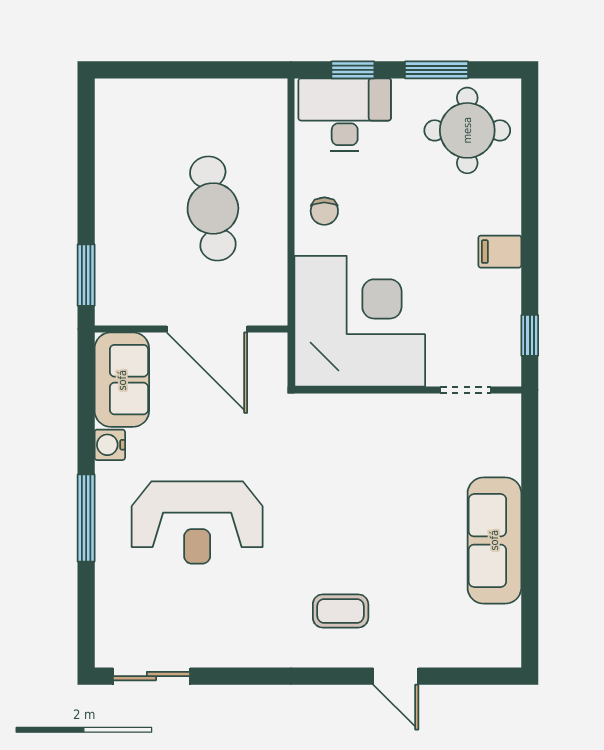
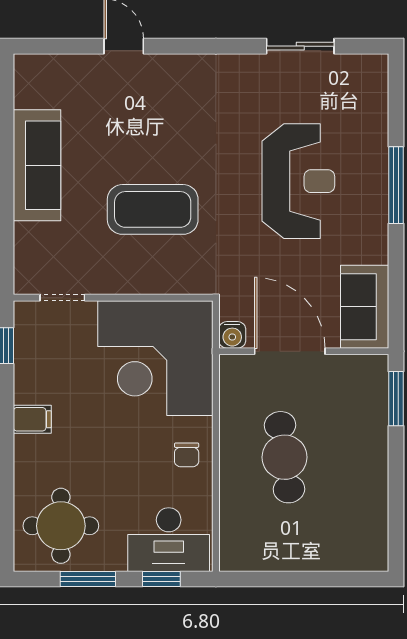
chair: (324, 211) -> (187, 455), turned 180
water cooler: (110, 445) -> (232, 335), moved, turned 90
reception desk: (197, 522) -> (298, 181), turned 90
coffee table: (341, 611) -> (153, 209), moved, width x1.86, depth x1.72
sliding door: (151, 676) -> (300, 46), moved

